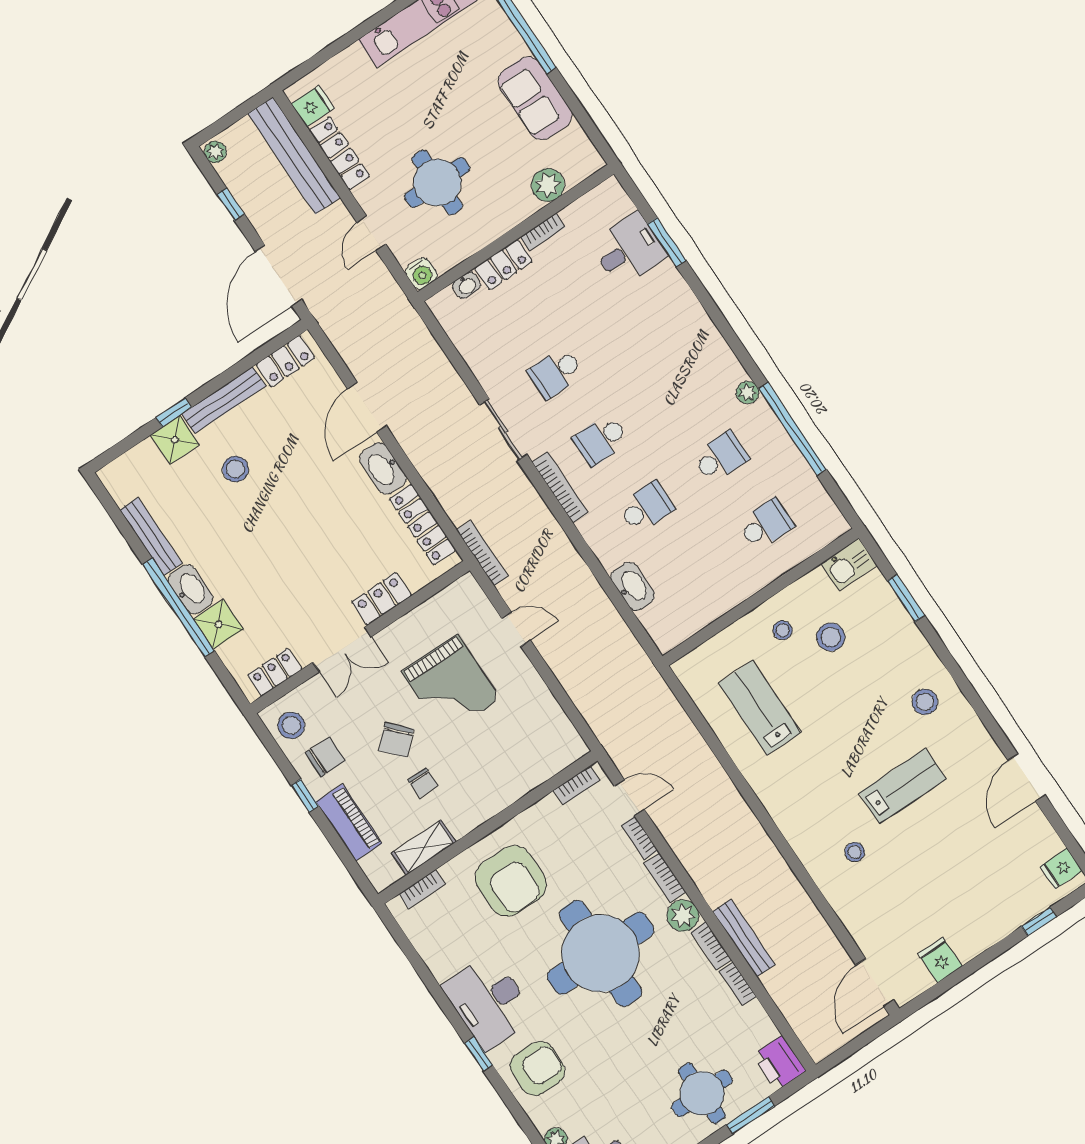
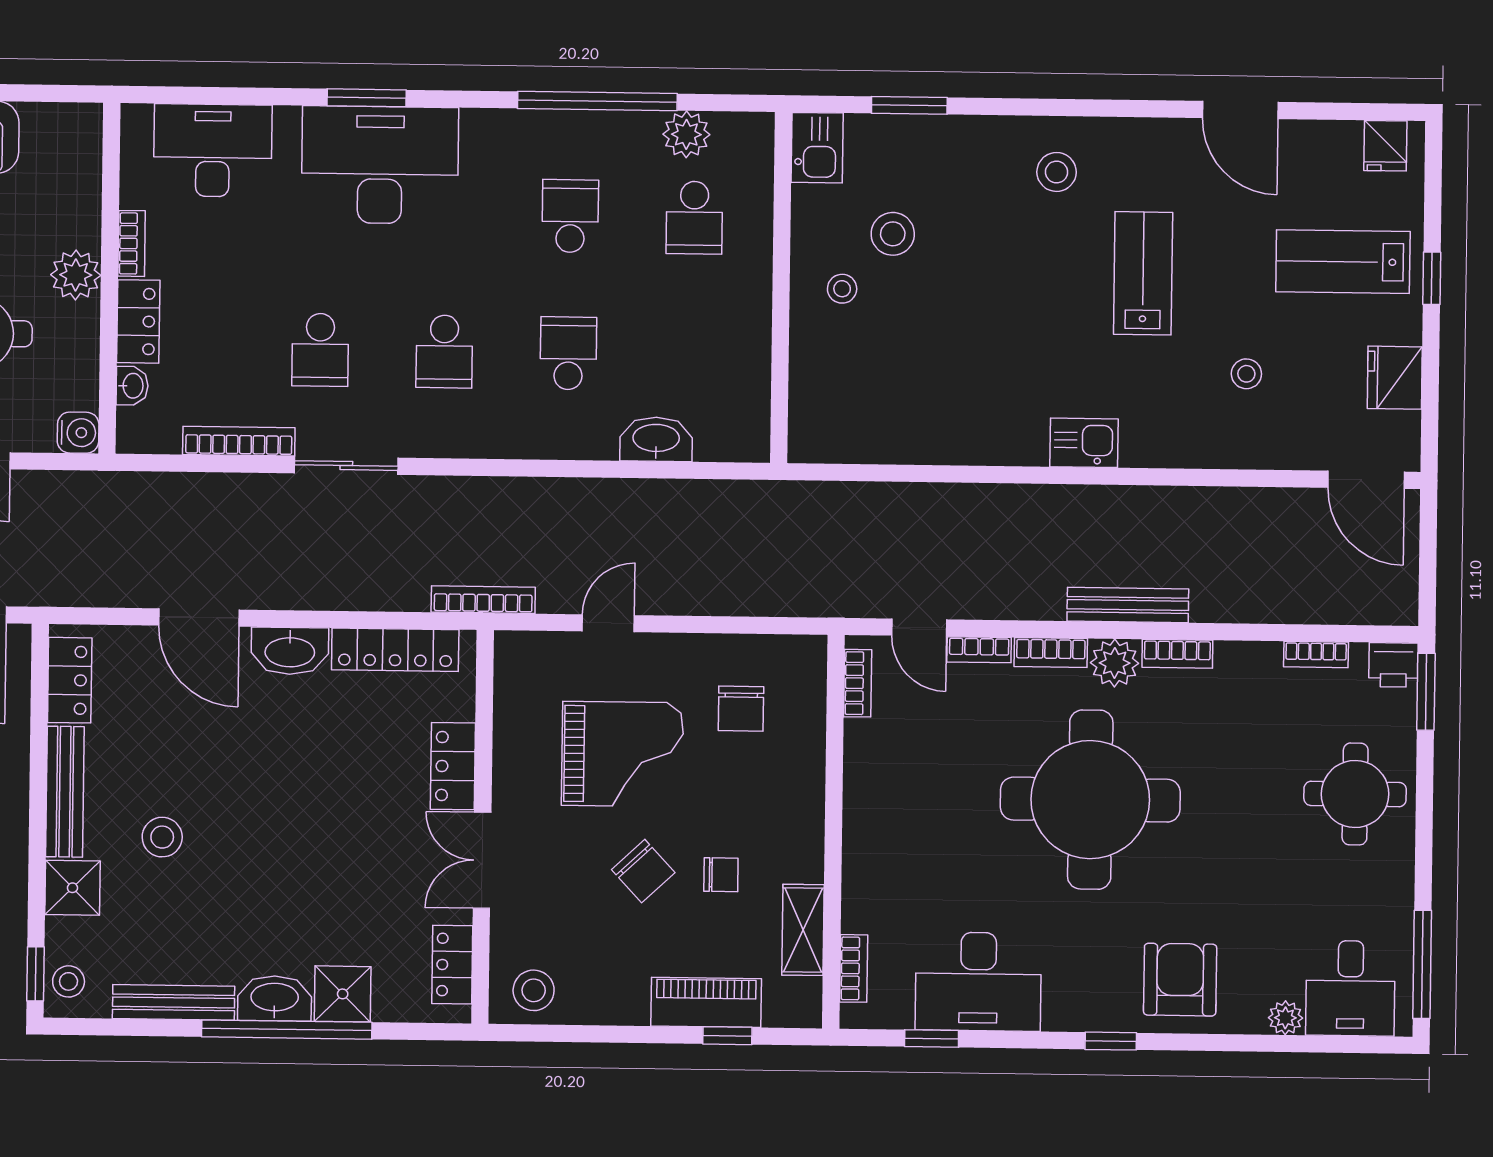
plant: (548, 185) -> (76, 275), moved
window: (667, 242) -> (367, 98), moved
desk: (629, 250) -> (213, 150), width x1.37
desk: (677, 336) -> (380, 165), added
plant: (748, 393) -> (686, 134), moved, width x1.38, depth x1.38
window: (174, 412) -> (35, 974), moved
stool: (123, 472) -> (69, 981), added
bookcase: (560, 487) -> (239, 441), moved
school desk: (766, 524) -> (694, 218), turned 180
double door: (342, 649) -> (482, 860), swing flipped
lab bench: (760, 708) -> (1343, 262), moved
chair: (325, 757) -> (741, 709), moved, turned 180
window: (305, 796) -> (727, 1036), moved
door: (629, 798) -> (919, 628), swing flipped
kitchen sink: (790, 817) -> (1084, 443), added
stool: (855, 852) -> (1246, 374), moved
armchair: (511, 881) -> (921, 850), removed
window: (1039, 921) -> (1432, 278), moved
bench: (744, 938) -> (1128, 605), moved
window: (413, 957) -> (932, 1039), added
fridge: (940, 960) -> (1395, 378), width x1.38
bookcase: (738, 984) -> (1316, 655), moved
desk: (489, 1002) -> (978, 982), moved
printer: (779, 1063) -> (1393, 665), width x0.73, depth x0.81
window: (751, 1115) -> (1426, 692), moved

